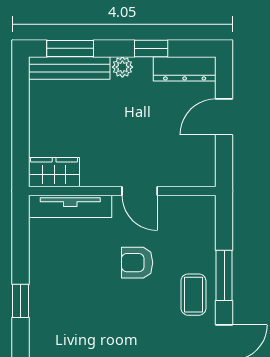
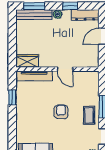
armchair: (137, 263) -> (61, 112), moved, turned 90
window: (21, 301) -> (12, 98), moved

